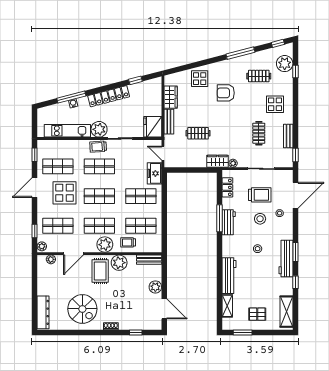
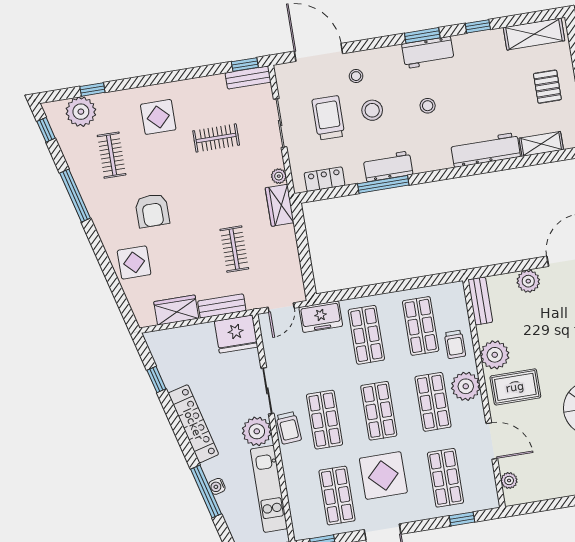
bench: (288, 136) -> (248, 78), moved
plant: (42, 246) -> (488, 501), removed
workbench: (286, 258) -> (428, 52), width x0.73

